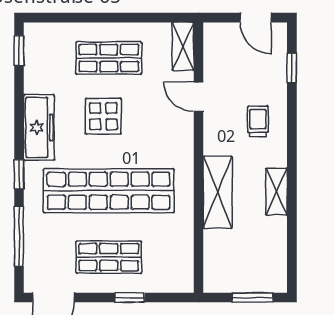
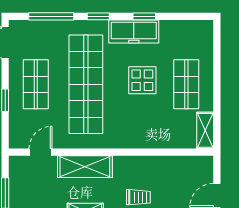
shelving: (183, 46) -> (205, 130), moved, turned 90
window: (19, 50) -> (144, 16), moved
door: (199, 97) -> (41, 152), moved

